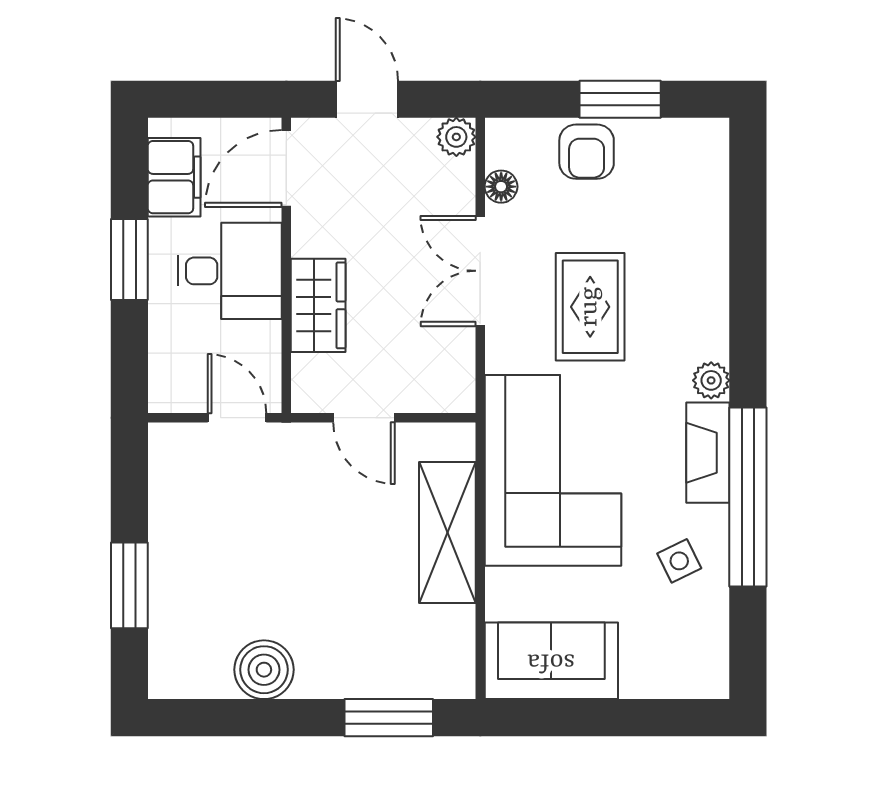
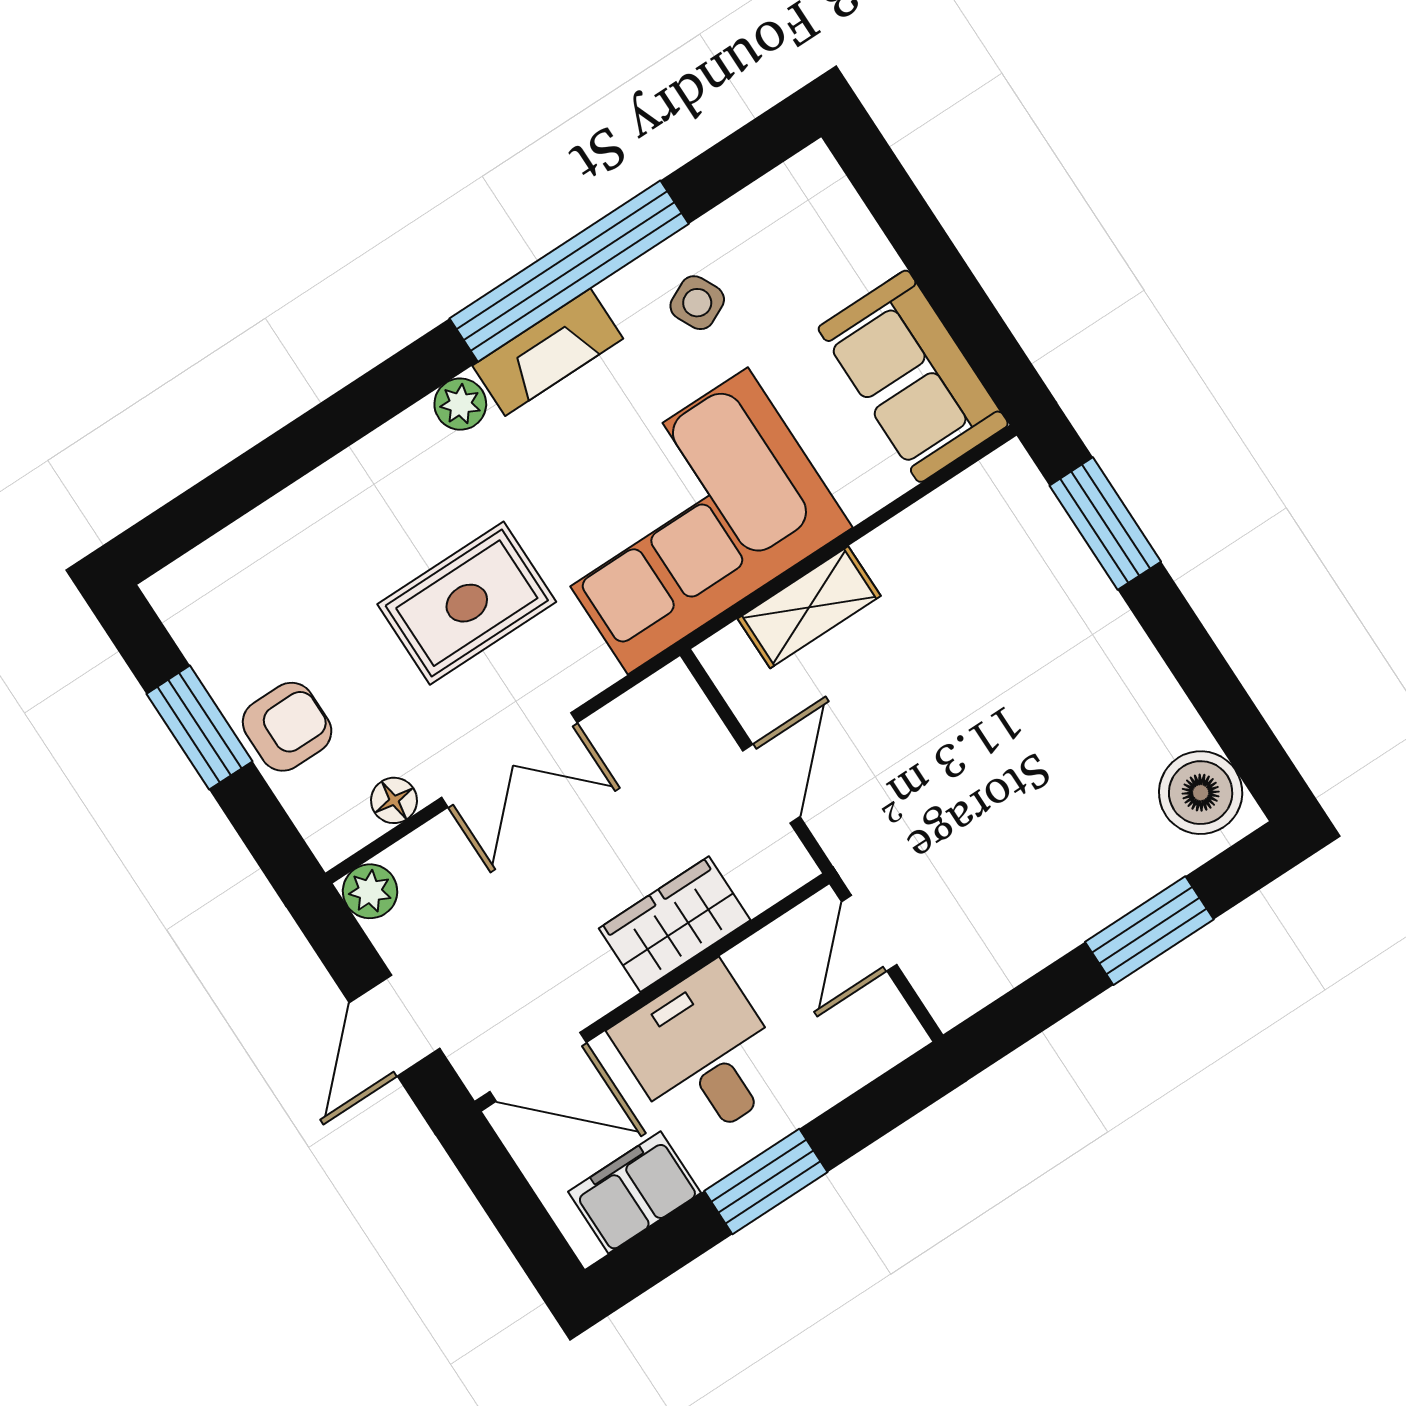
shelving: (447, 532) -> (809, 607), width x0.67, depth x0.75
boiler: (264, 670) -> (1201, 793), moved

